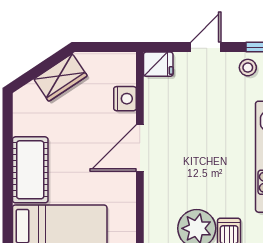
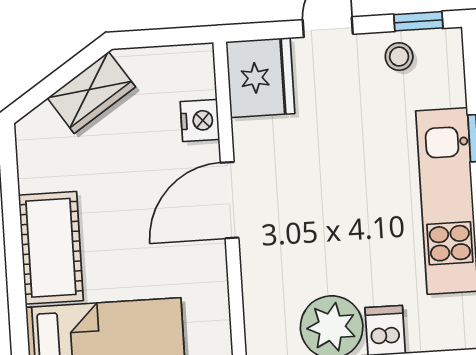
fridge: (158, 64) -> (260, 78), width x1.88, depth x1.34

